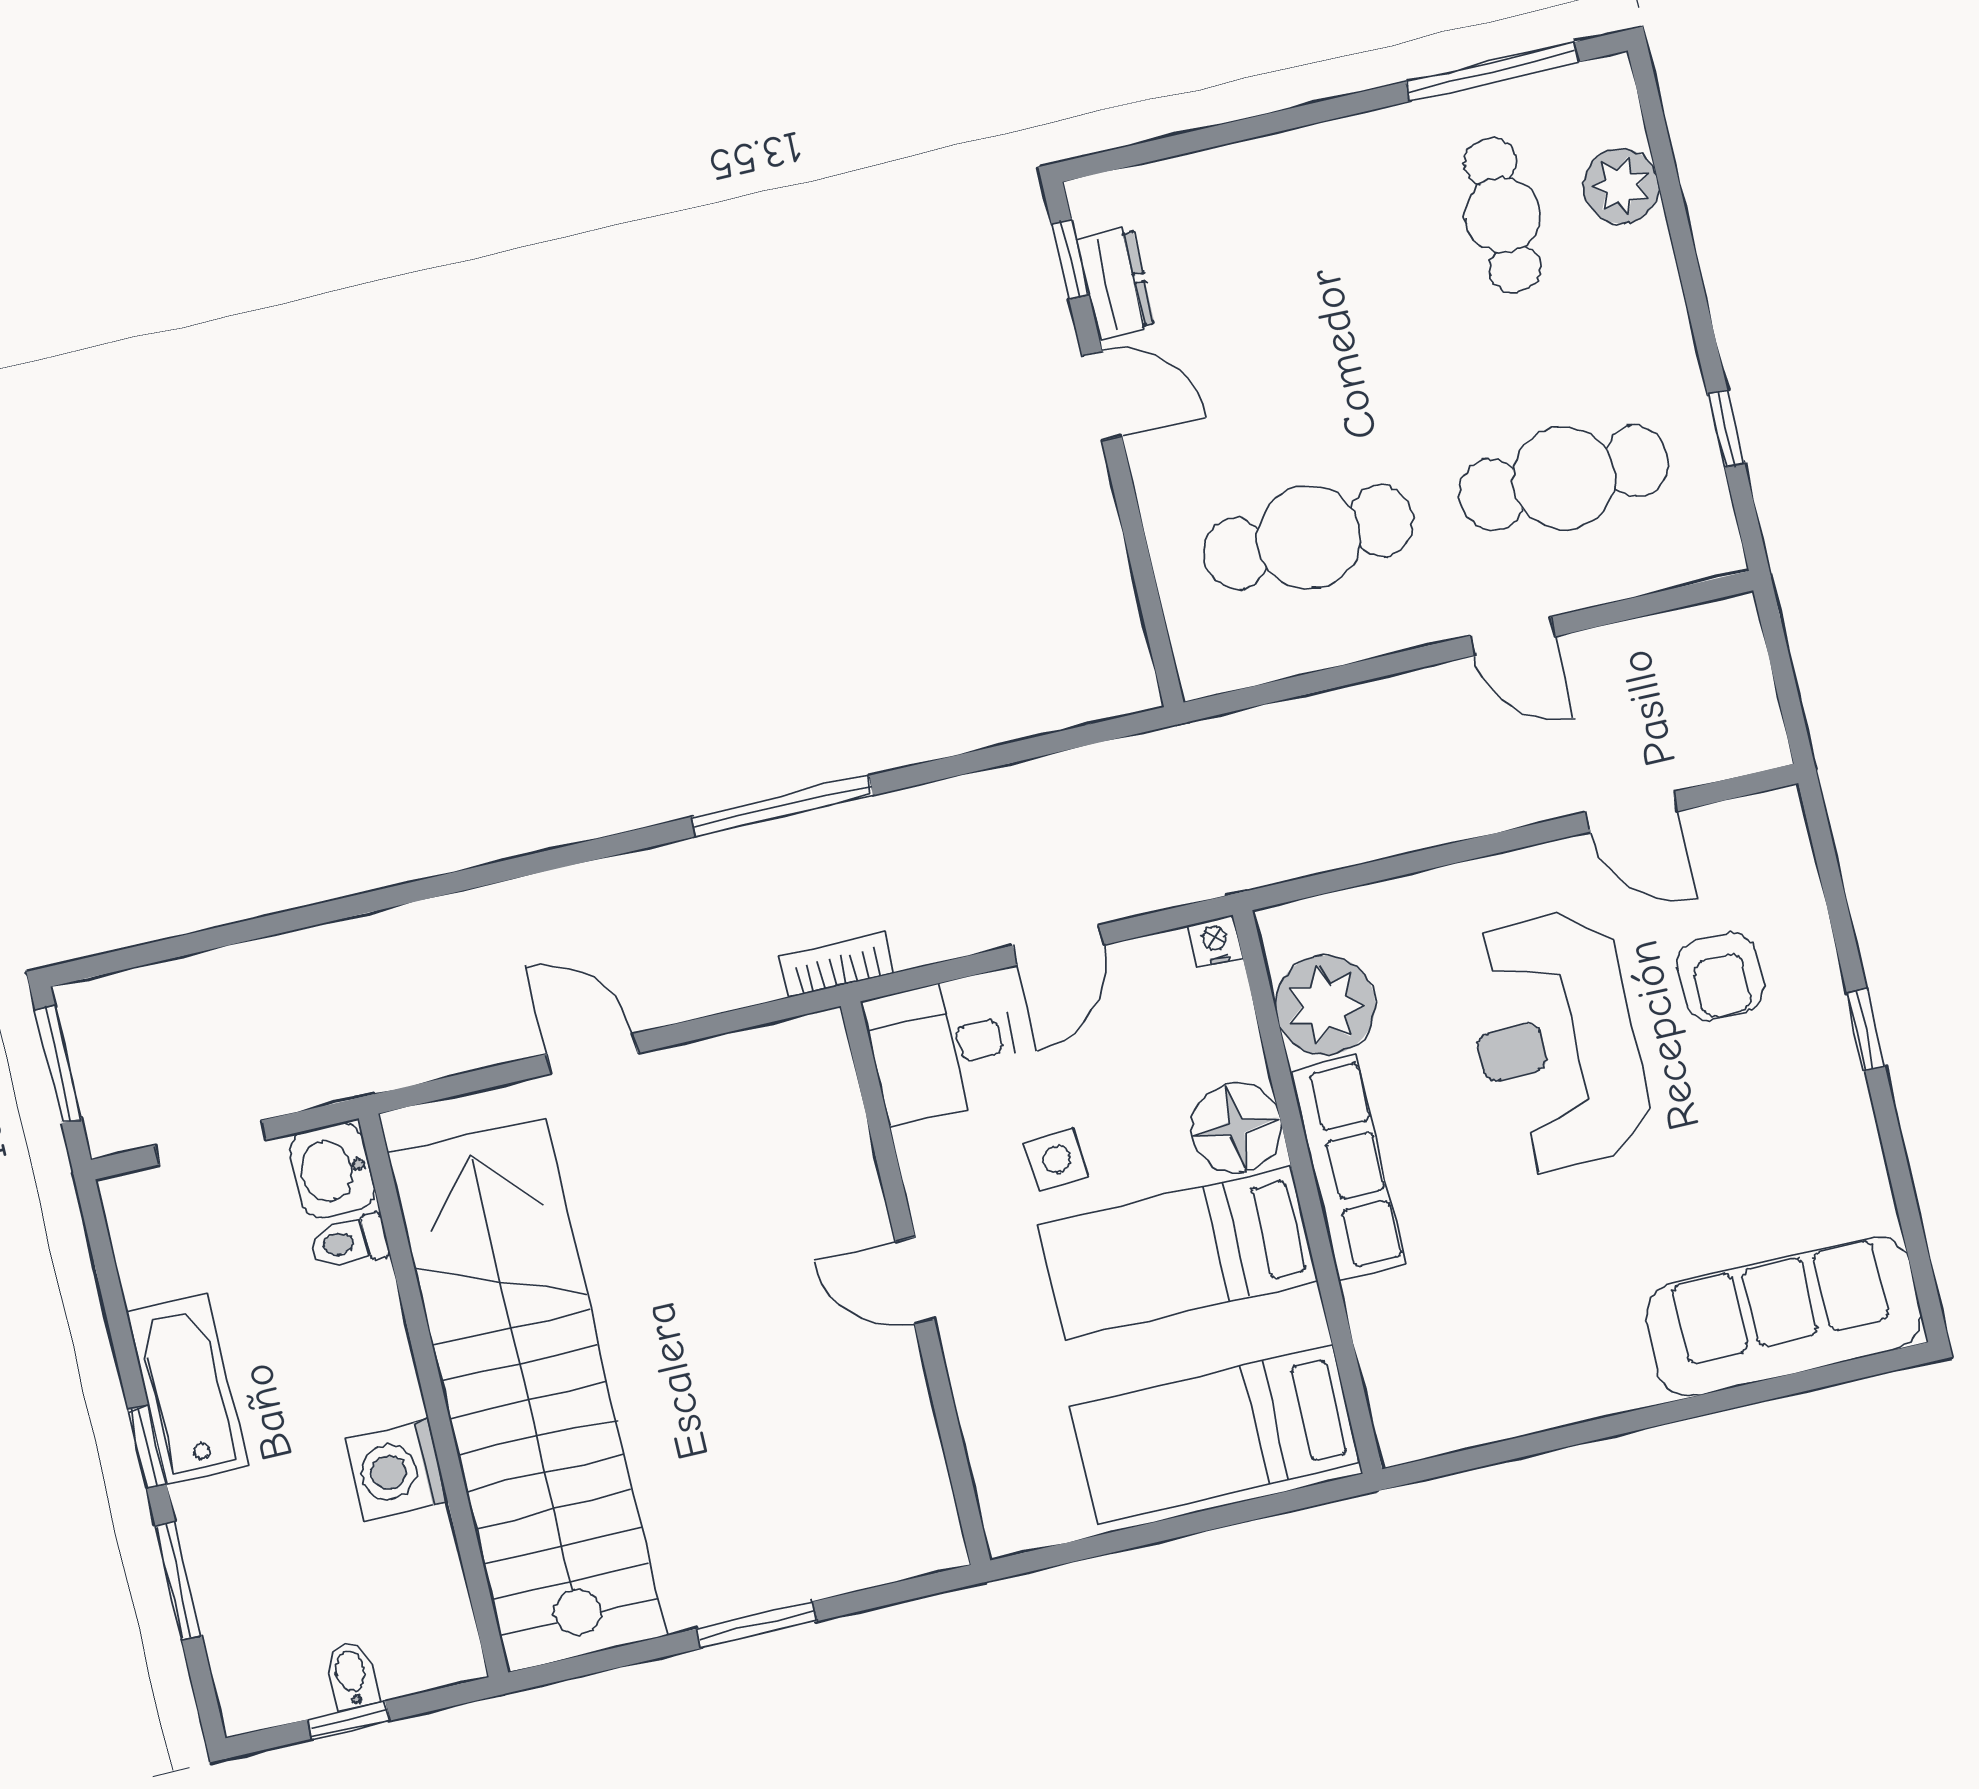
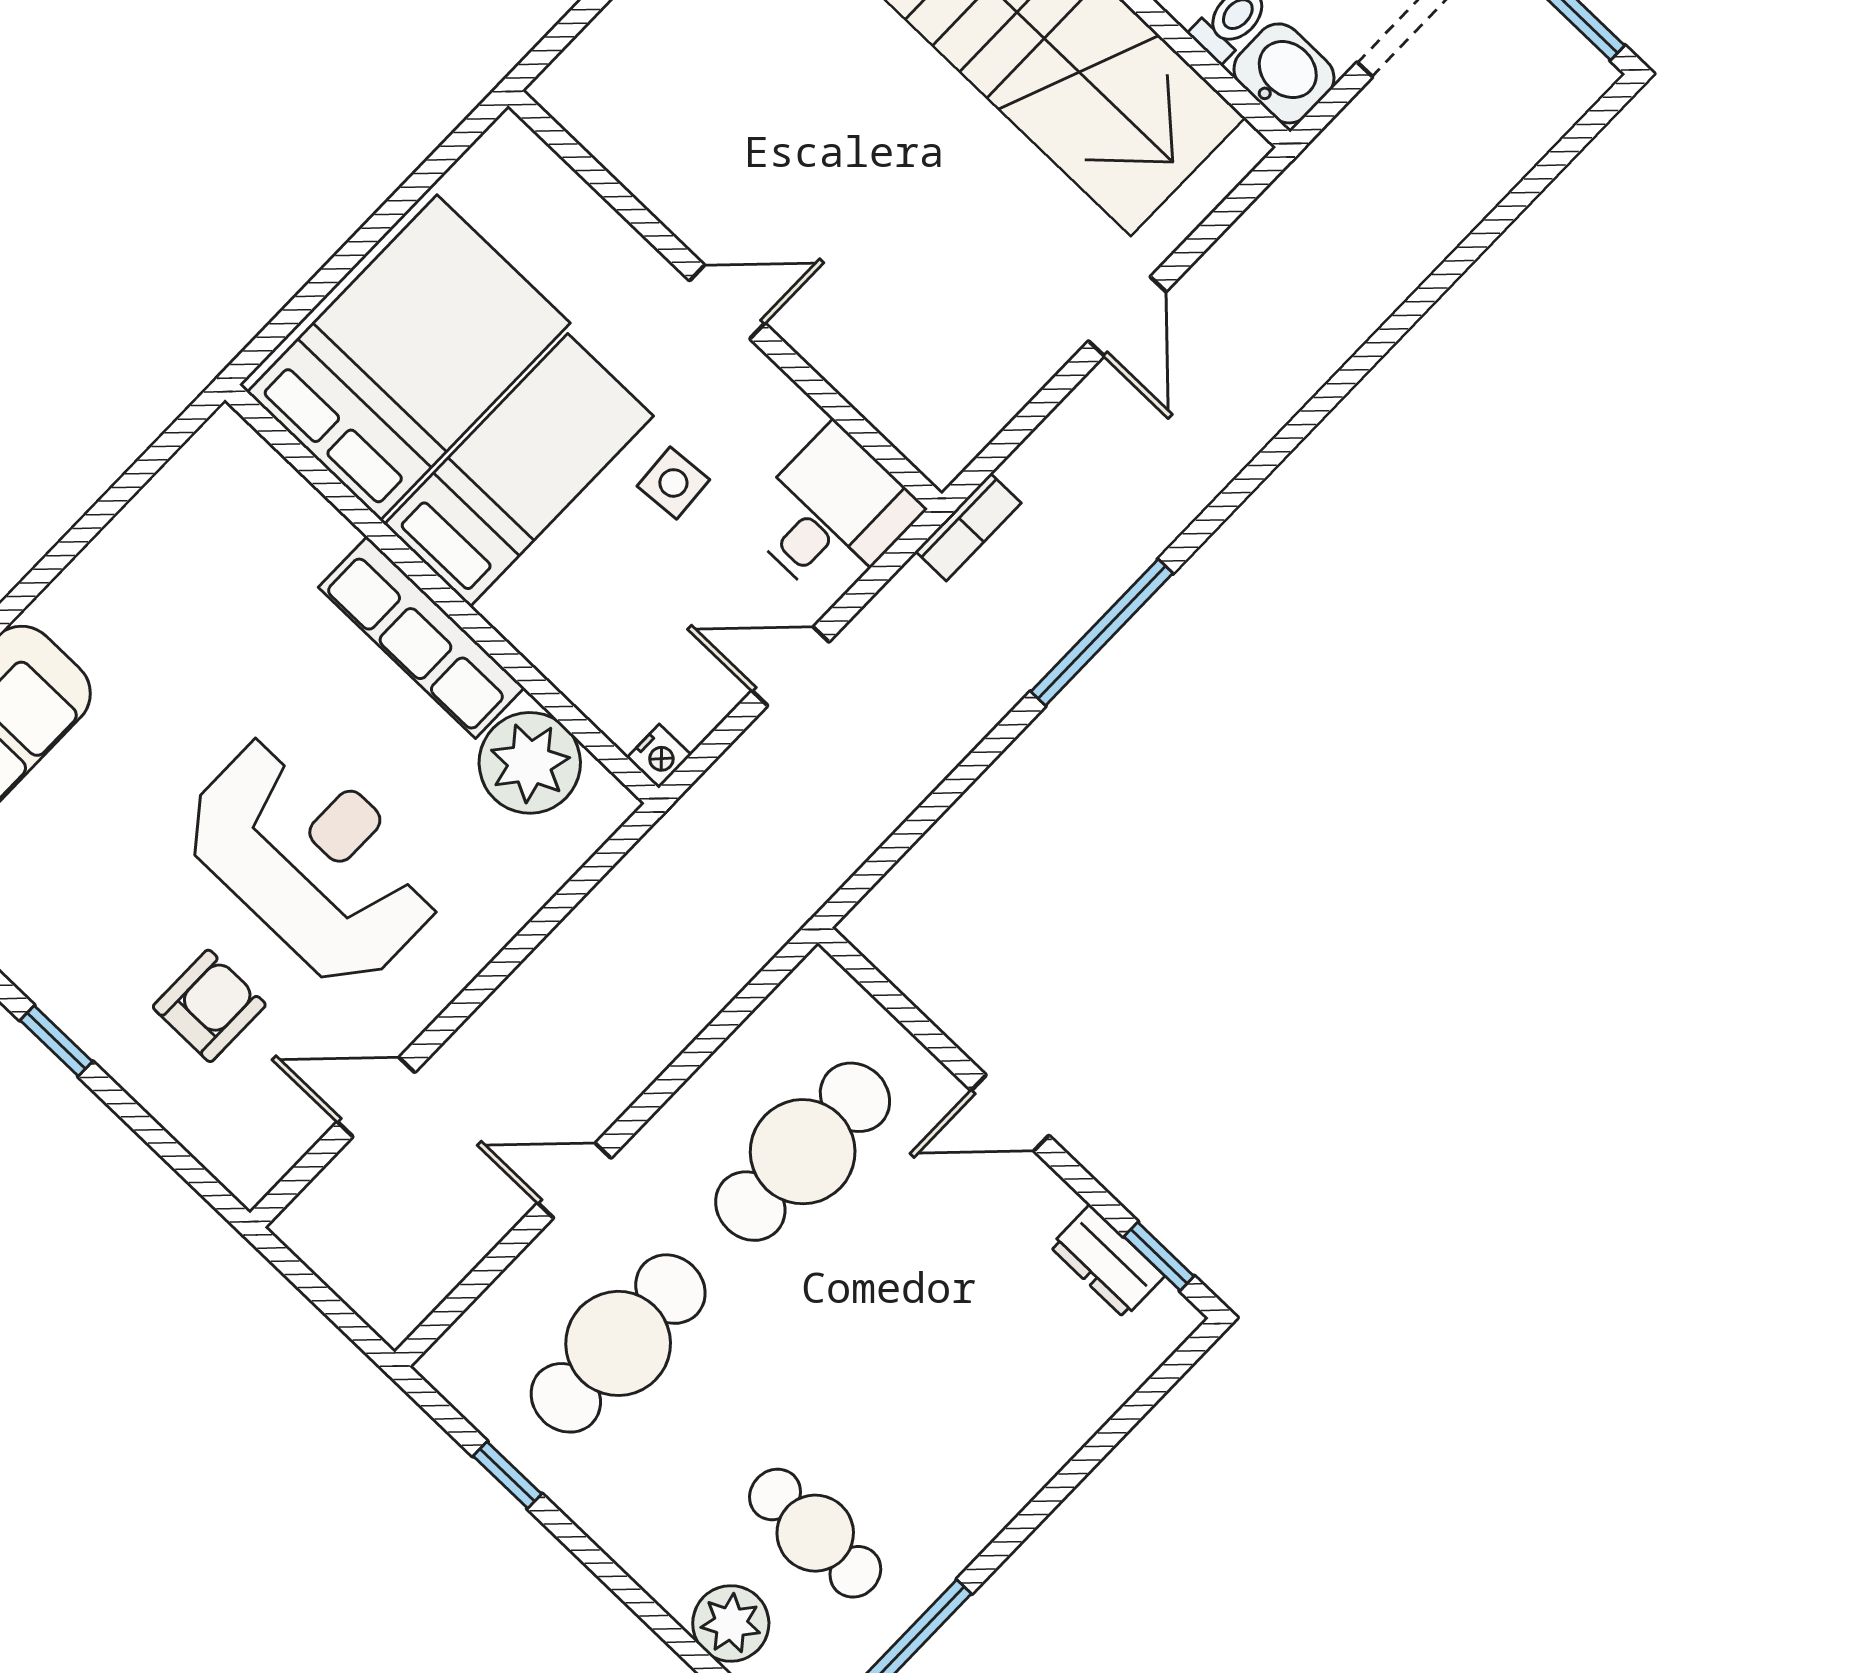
door: (1102, 396) -> (1010, 1113), moved
door: (1058, 945) -> (790, 666), hinge flipped
armchair: (1721, 976) -> (209, 1006), turned 90
door: (592, 1054) -> (1127, 316), hinge flipped
floor lamp: (1236, 1127) -> (538, 610), removed
bed: (1215, 1435) -> (408, 358), width x1.50

